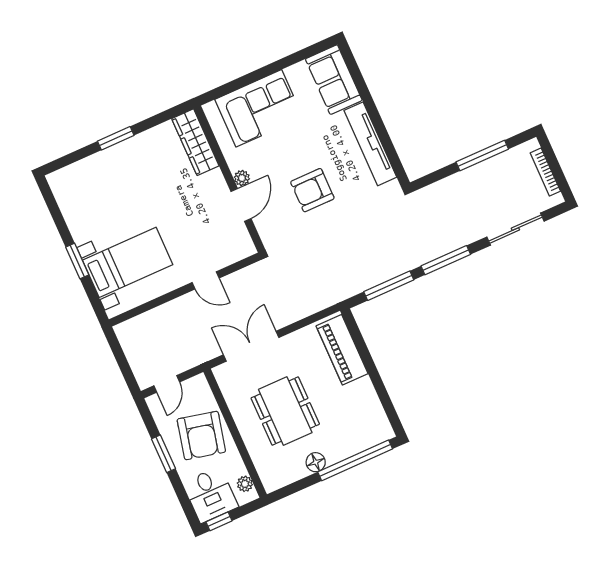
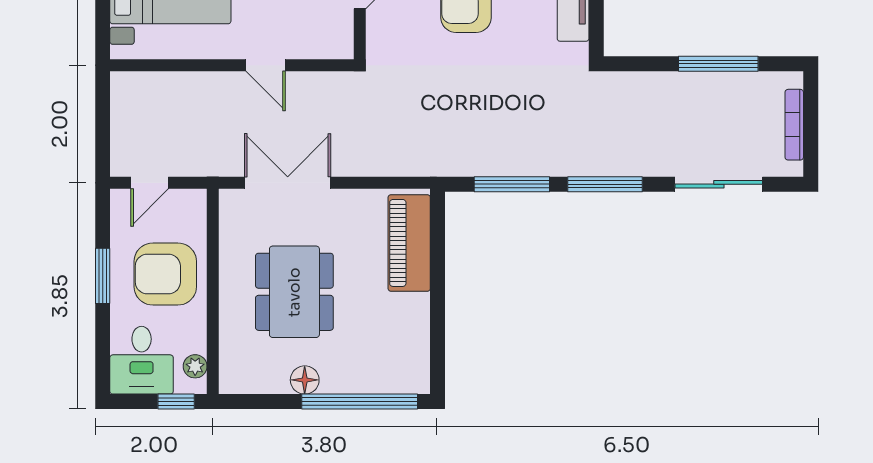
armchair: (201, 436) -> (165, 274), turned 77
window: (219, 521) -> (176, 402), moved

